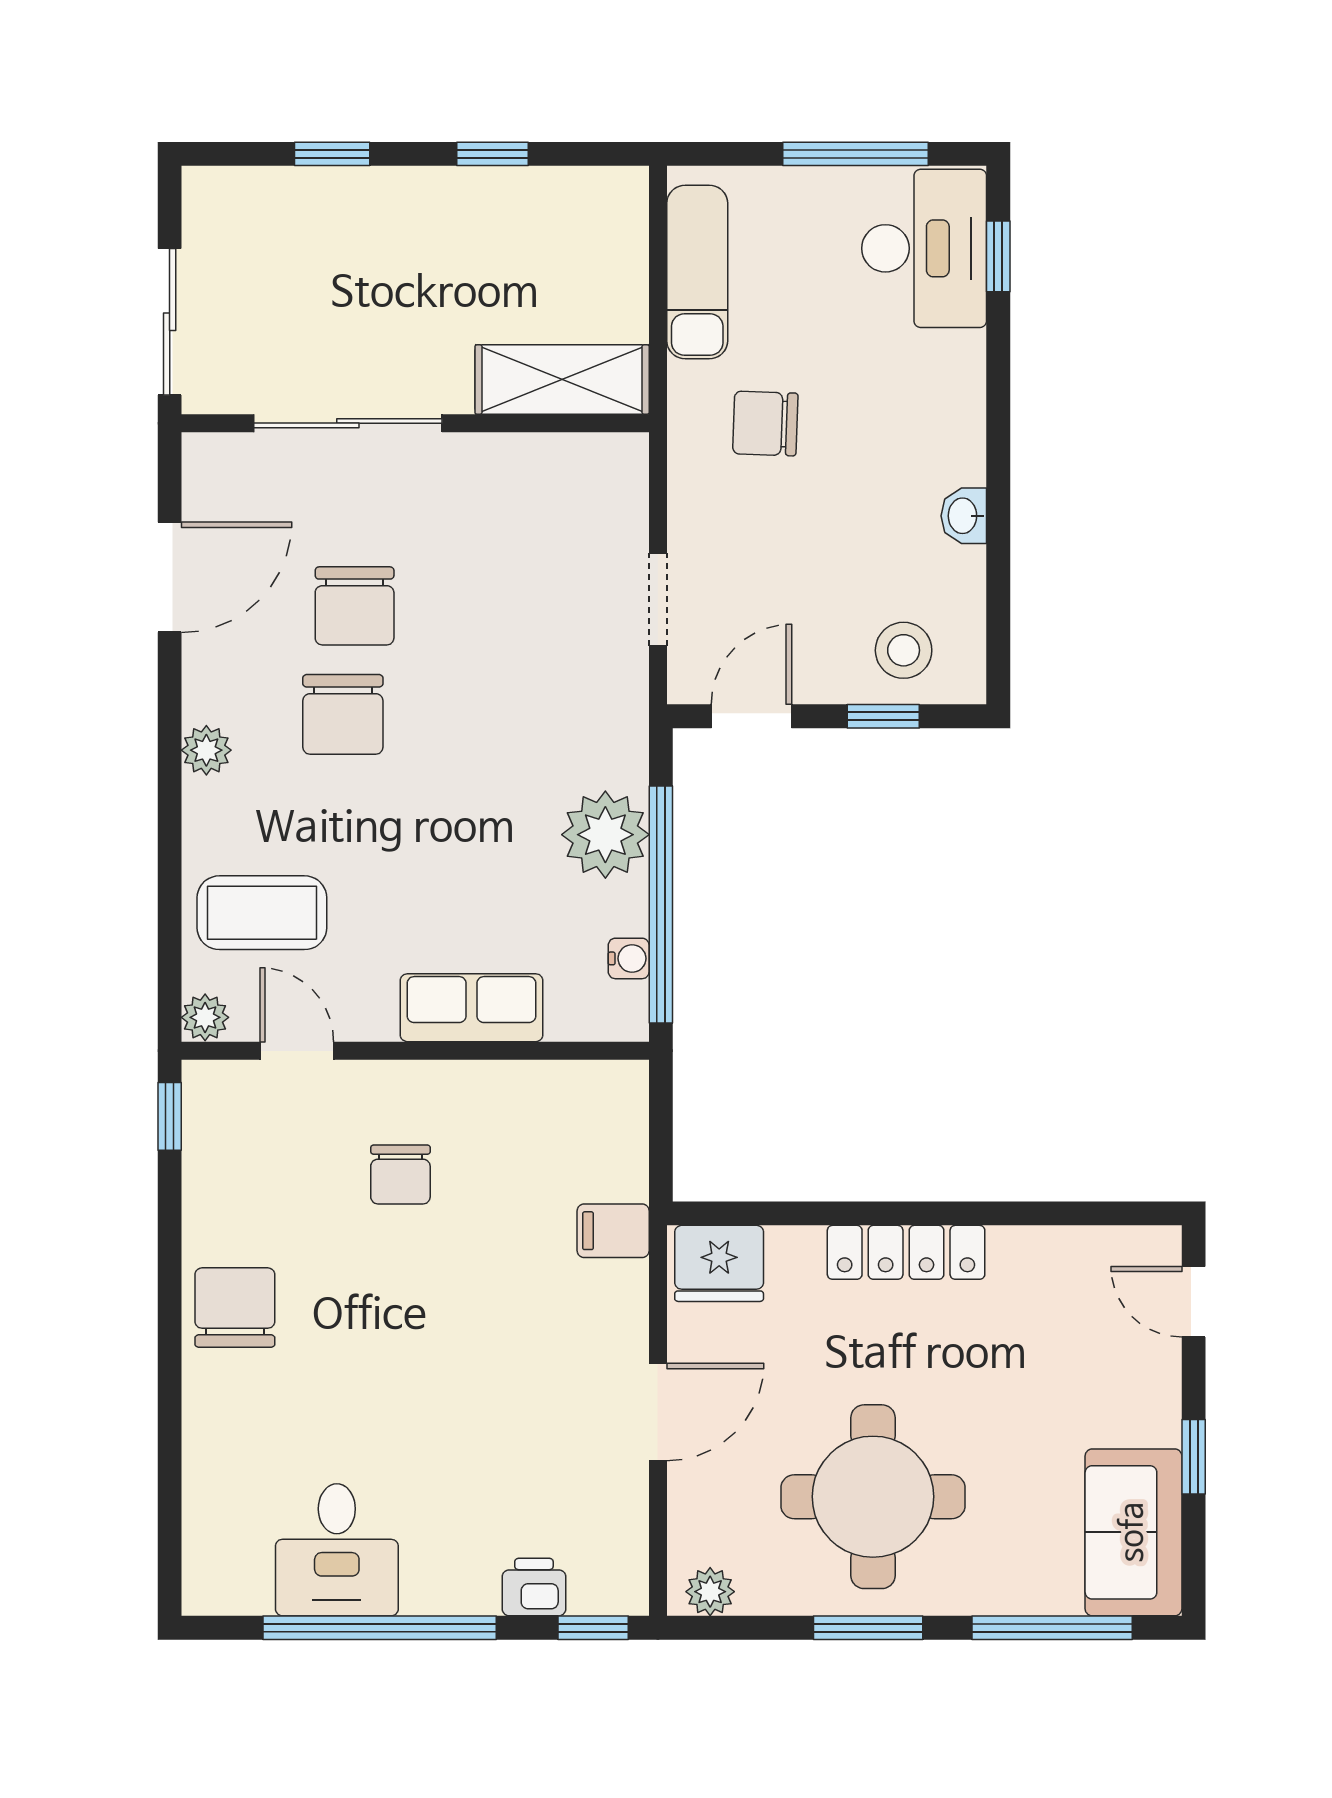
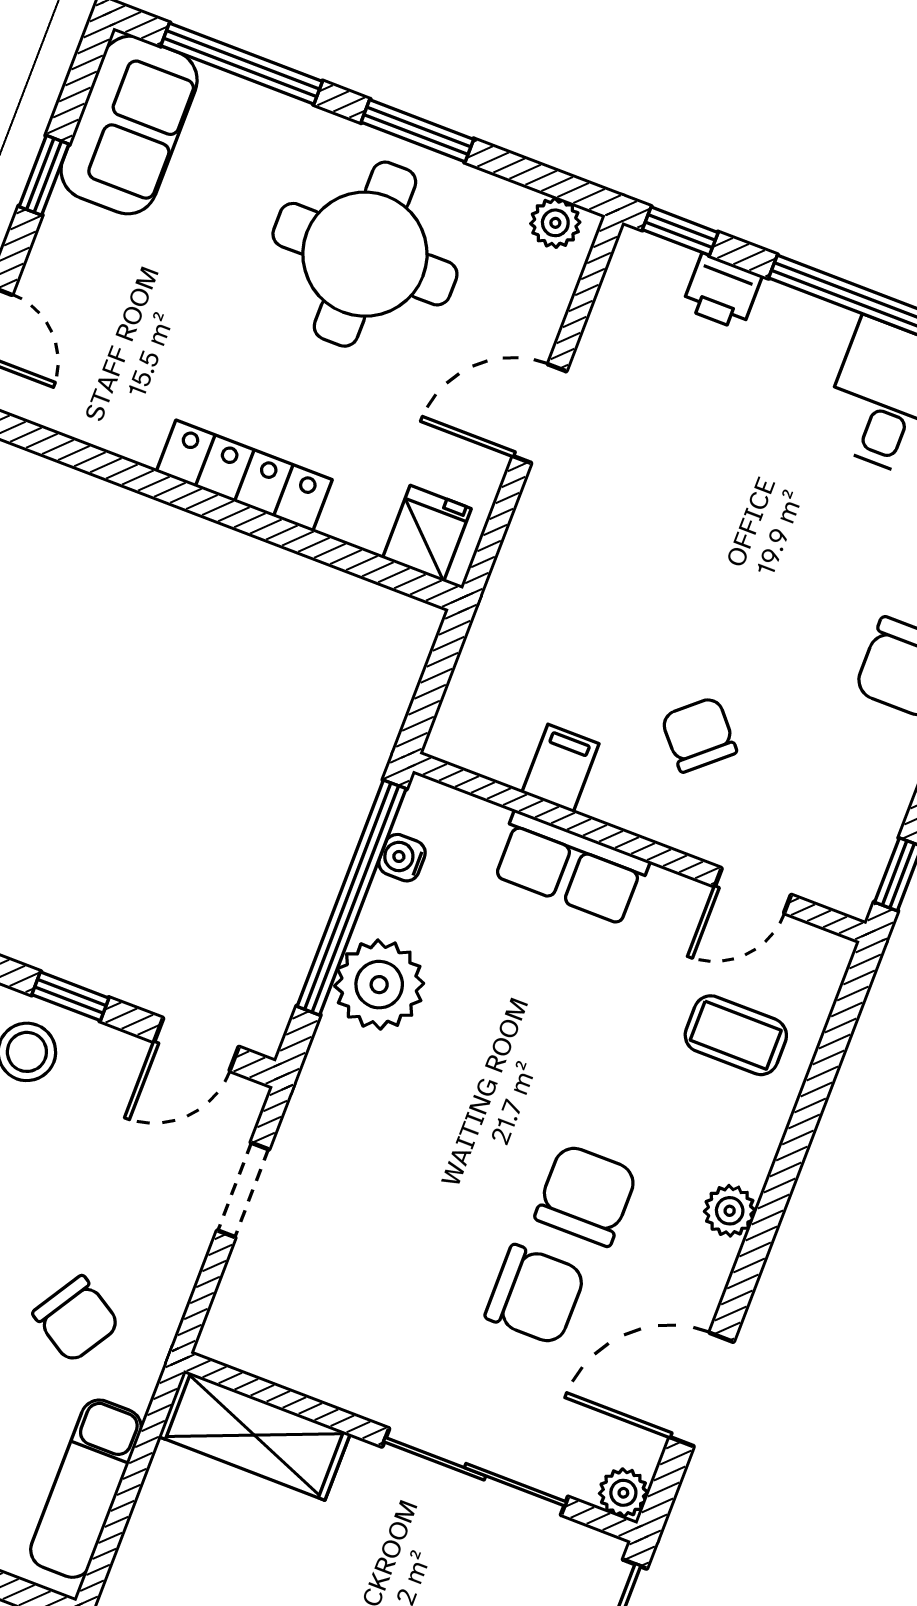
chair: (765, 423) -> (76, 1319), turned 30
chair: (355, 606) -> (535, 1295), turned 90
coffee table: (262, 913) -> (736, 1035), width x0.73, depth x0.77
plant: (205, 1017) -> (623, 1493), moved
door: (297, 1051) -> (753, 891), hinge flipped
chair: (400, 1174) -> (699, 735), turned -41
filing cabinet: (613, 1231) -> (560, 768), moved, turned -90
fridge: (719, 1263) -> (427, 533), width x0.72

